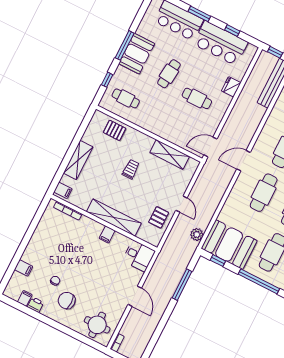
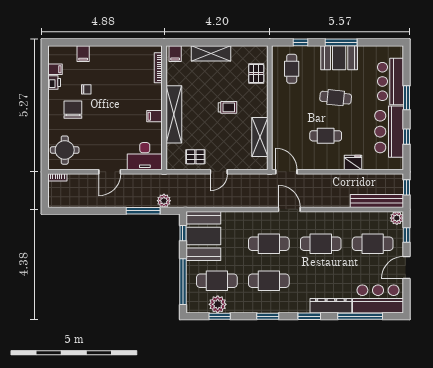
cafe table: (197, 98) -> (326, 136), turned 90
plant: (197, 234) -> (164, 201), moved
desk: (139, 256) -> (145, 156), width x1.37

